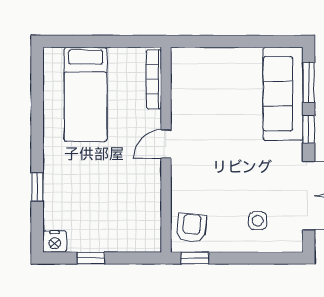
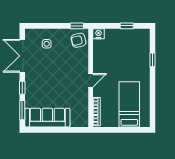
sofa: (283, 94) -> (47, 118), moved, turned -90
armchair: (192, 228) -> (78, 40), turned 72
nightstand: (55, 242) -> (98, 34), moved

